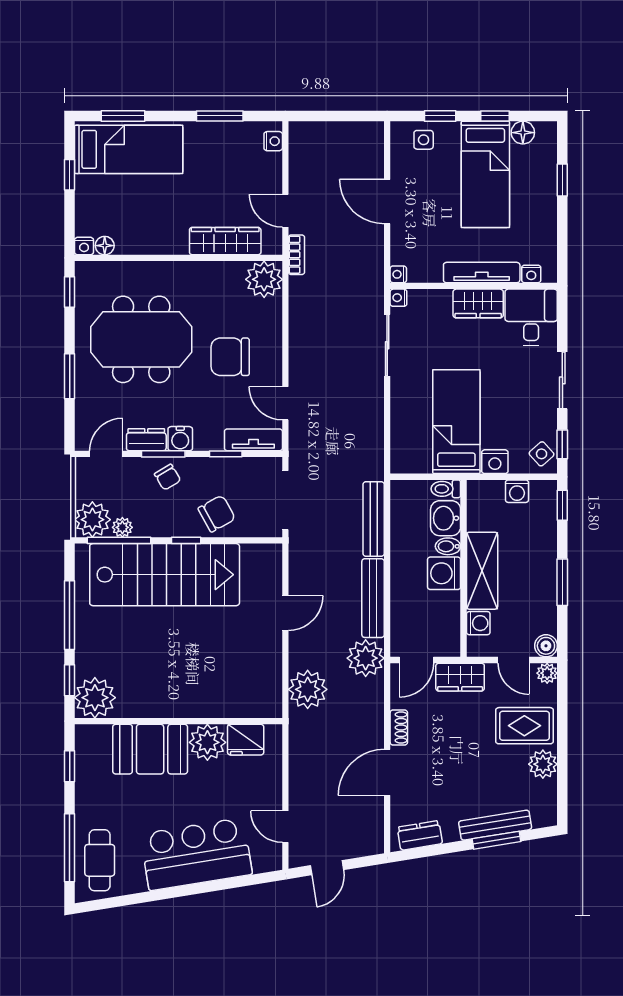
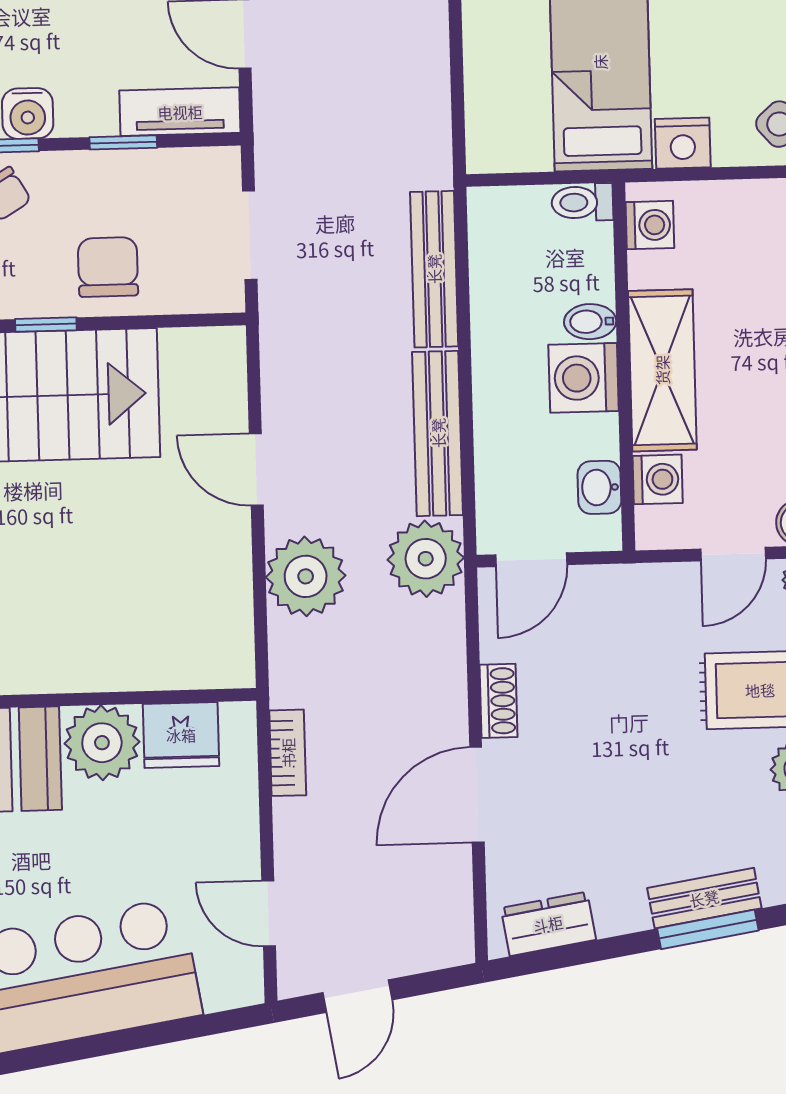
washing machine: (517, 491) -> (650, 225), moved, turned -90
doorway: (285, 500) -> (250, 235), width x0.73
chair: (217, 514) -> (108, 267), turned -61
washbasin: (446, 518) -> (599, 487), moved, width x0.72, depth x0.69
door: (285, 613) -> (256, 469), swing flipped
door: (514, 660) -> (733, 554), hinge flipped
wardrobe: (460, 677) -> (623, 593), removed
plant: (308, 689) -> (306, 576), moved
bookcase: (297, 750) -> (288, 753), added
bench: (495, 825) -> (704, 898), width x0.73

